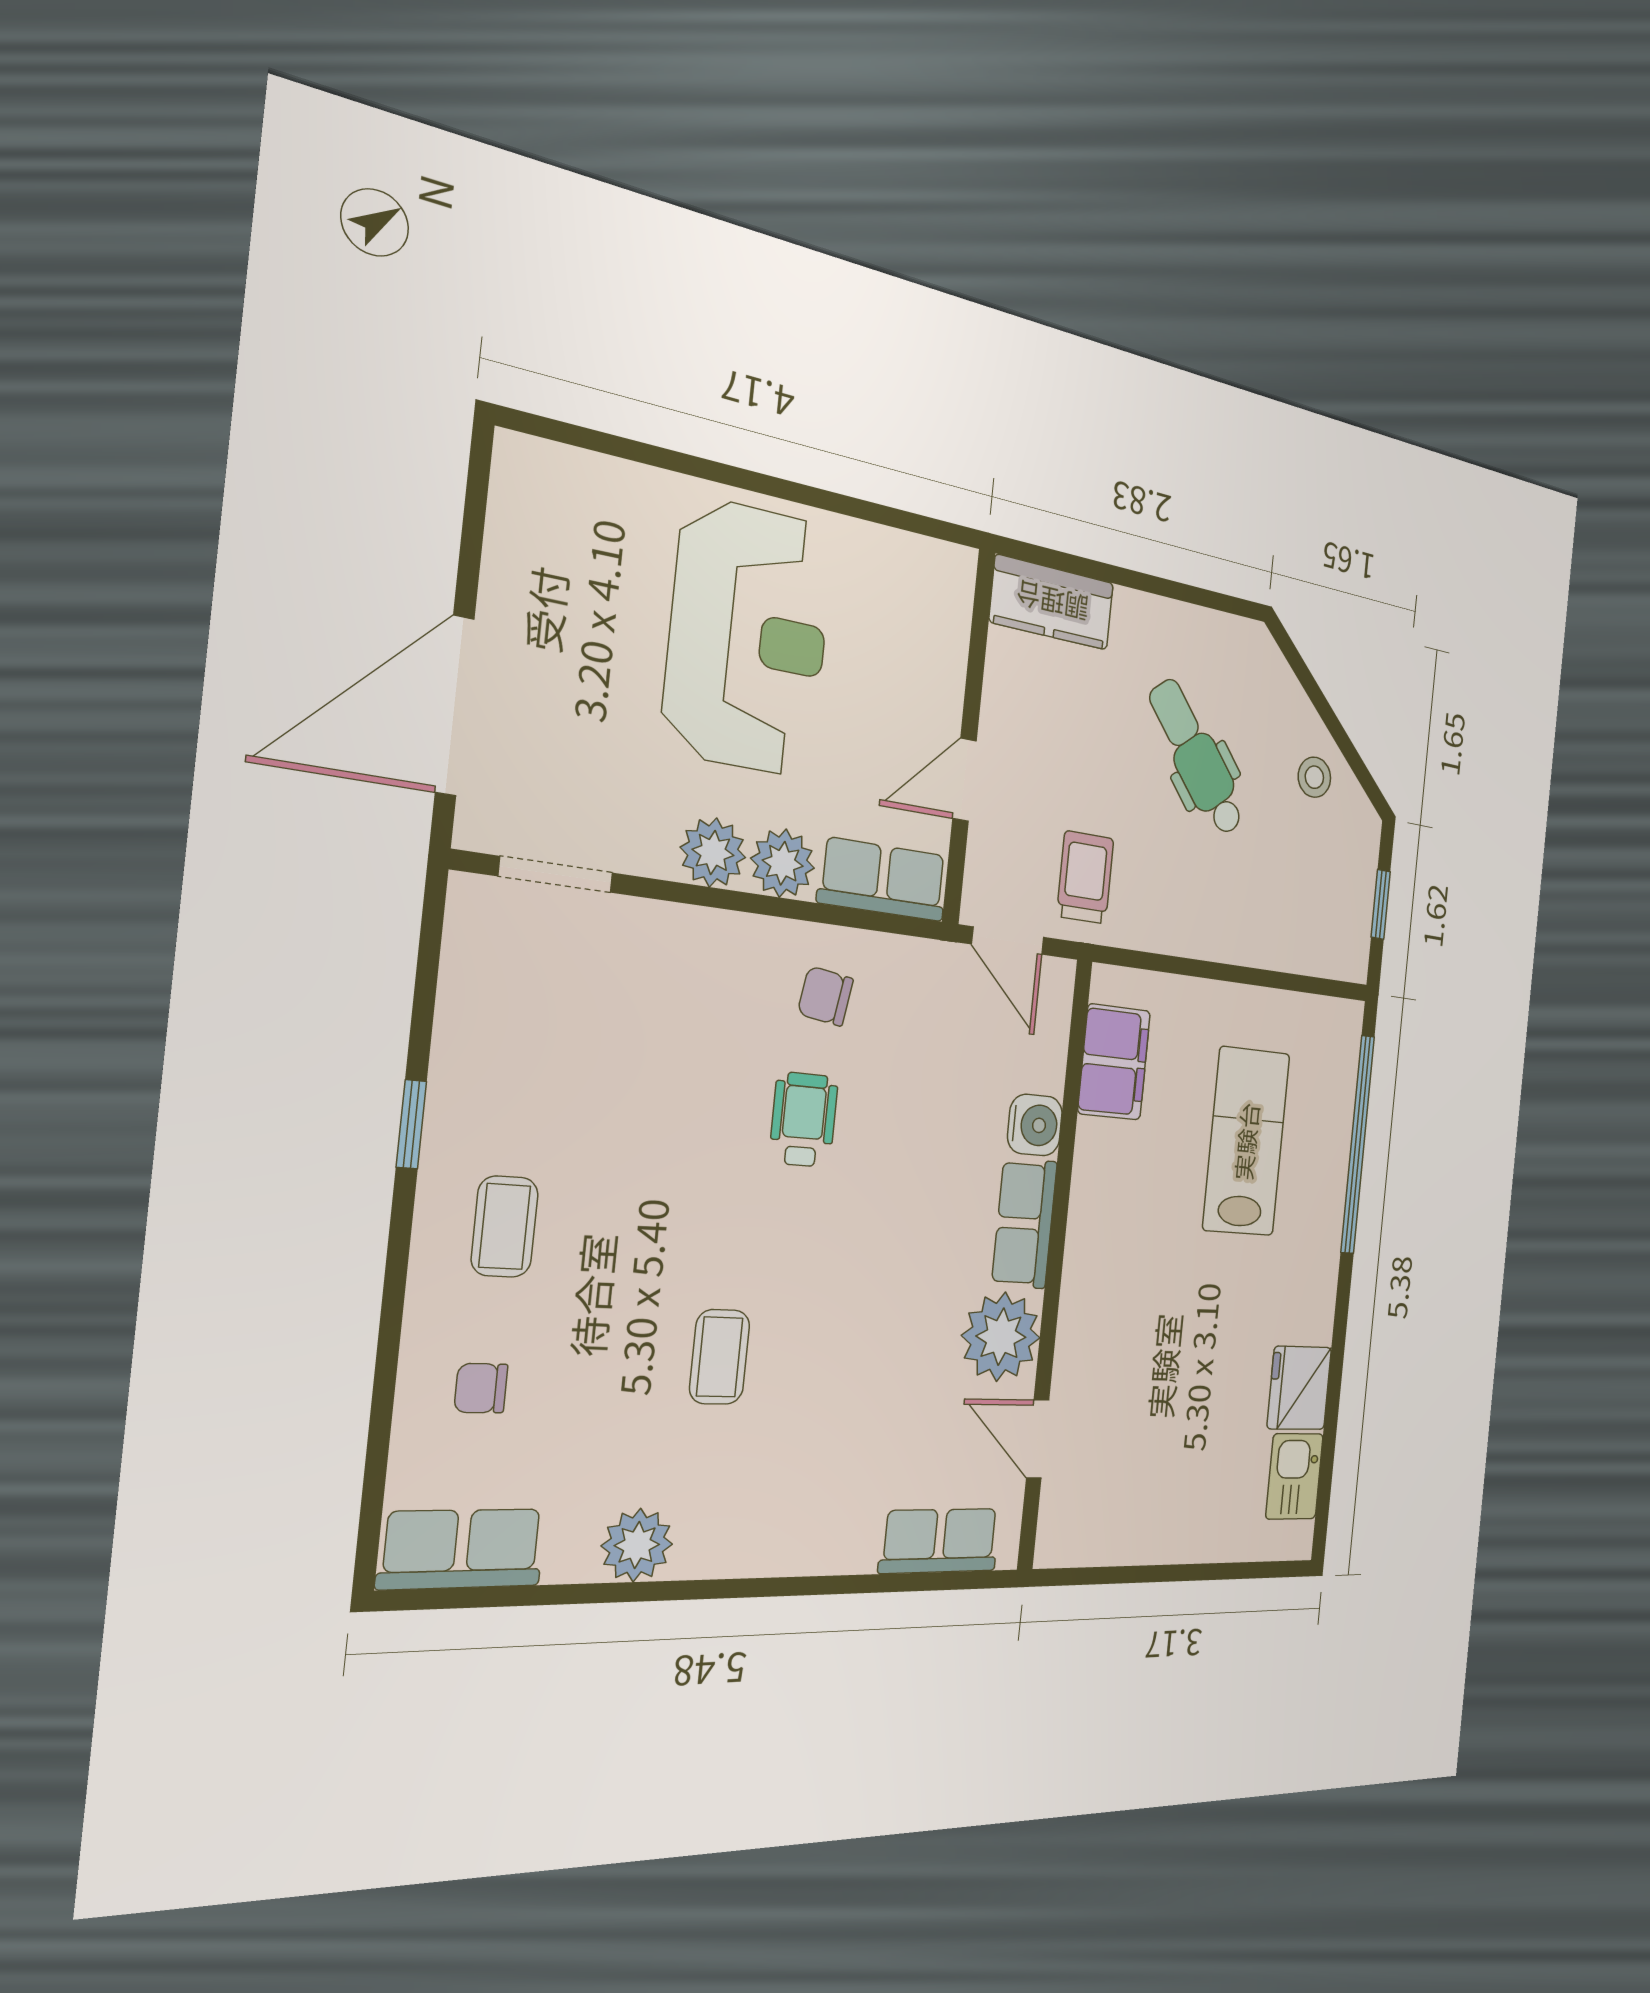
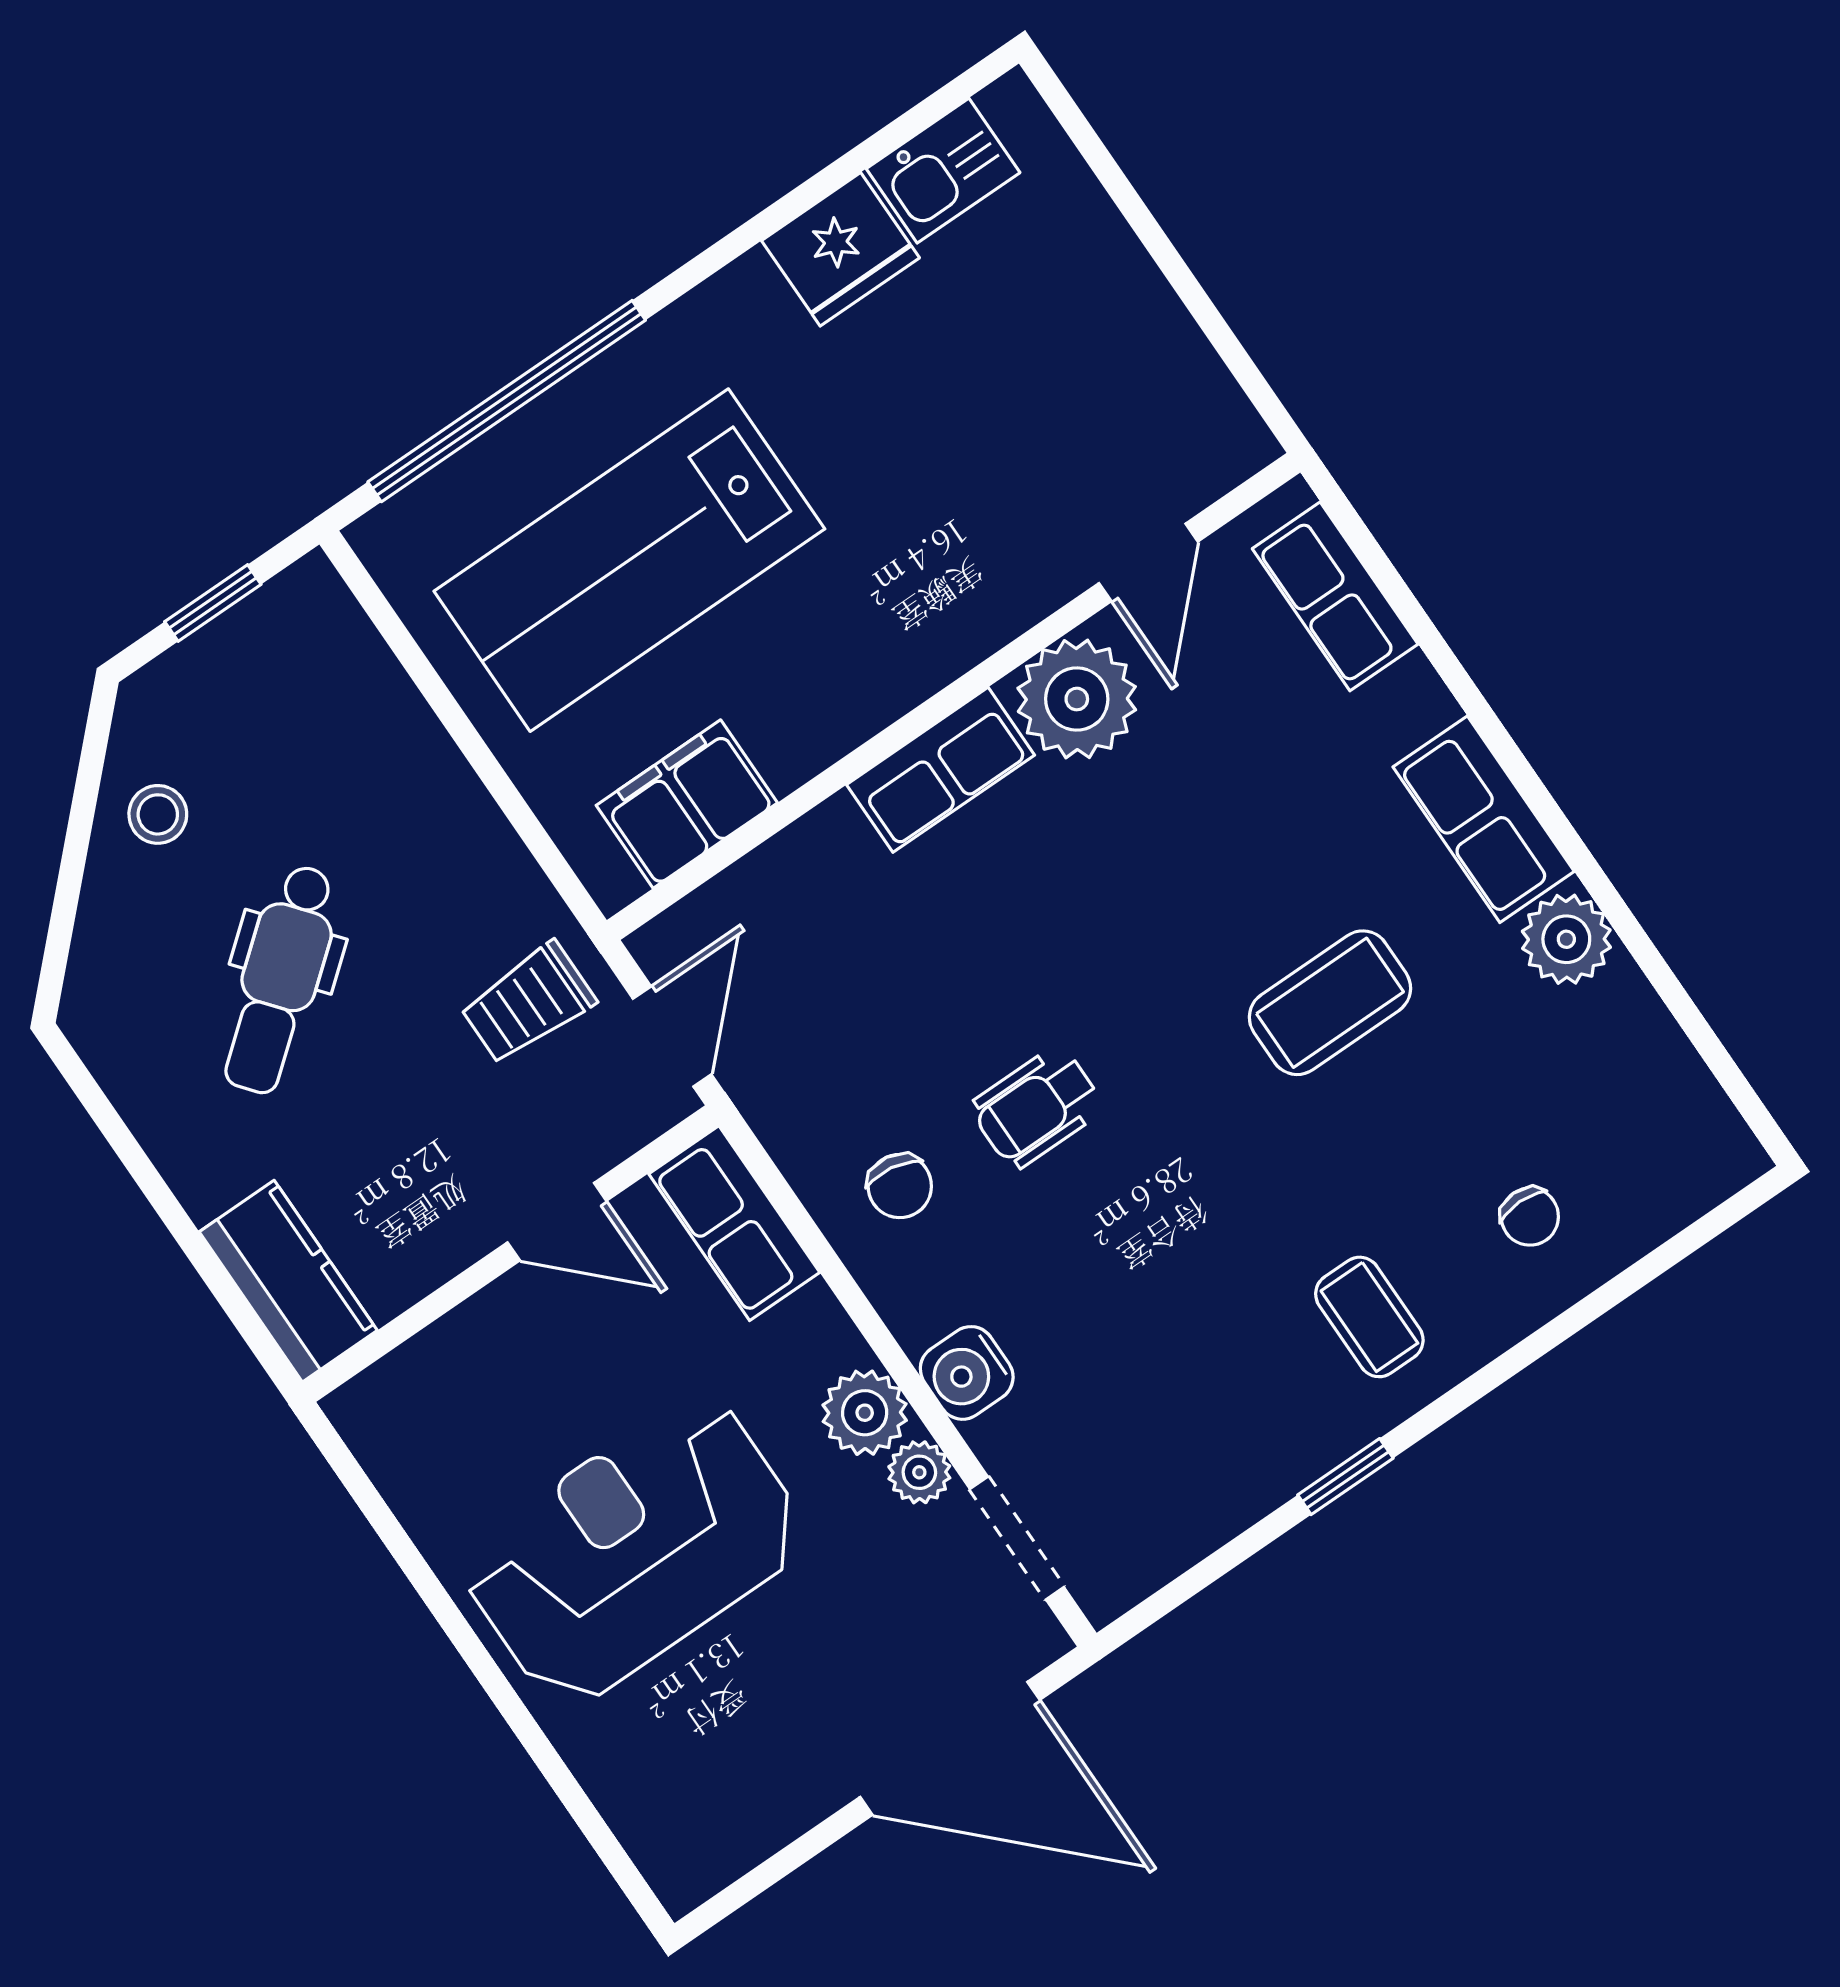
plant: (783, 863) -> (919, 1472), moved, width x0.73, depth x0.73
water cooler: (1035, 1125) -> (967, 1373), moved, turned -90
lab bench: (1246, 1141) -> (629, 560), width x1.36, depth x1.39
coffee table: (505, 1227) -> (1369, 1317), turned 90
coffee table: (720, 1357) -> (1330, 1003), width x1.36, depth x1.30
row of seats: (462, 1549) -> (1484, 819), moved

